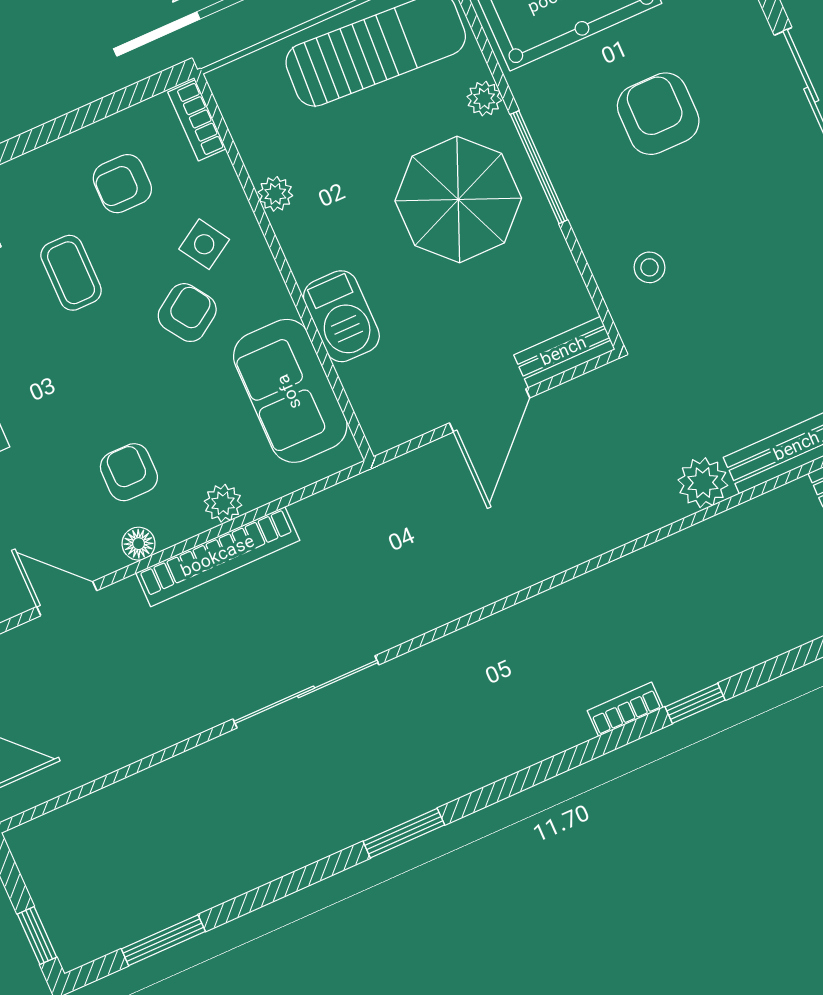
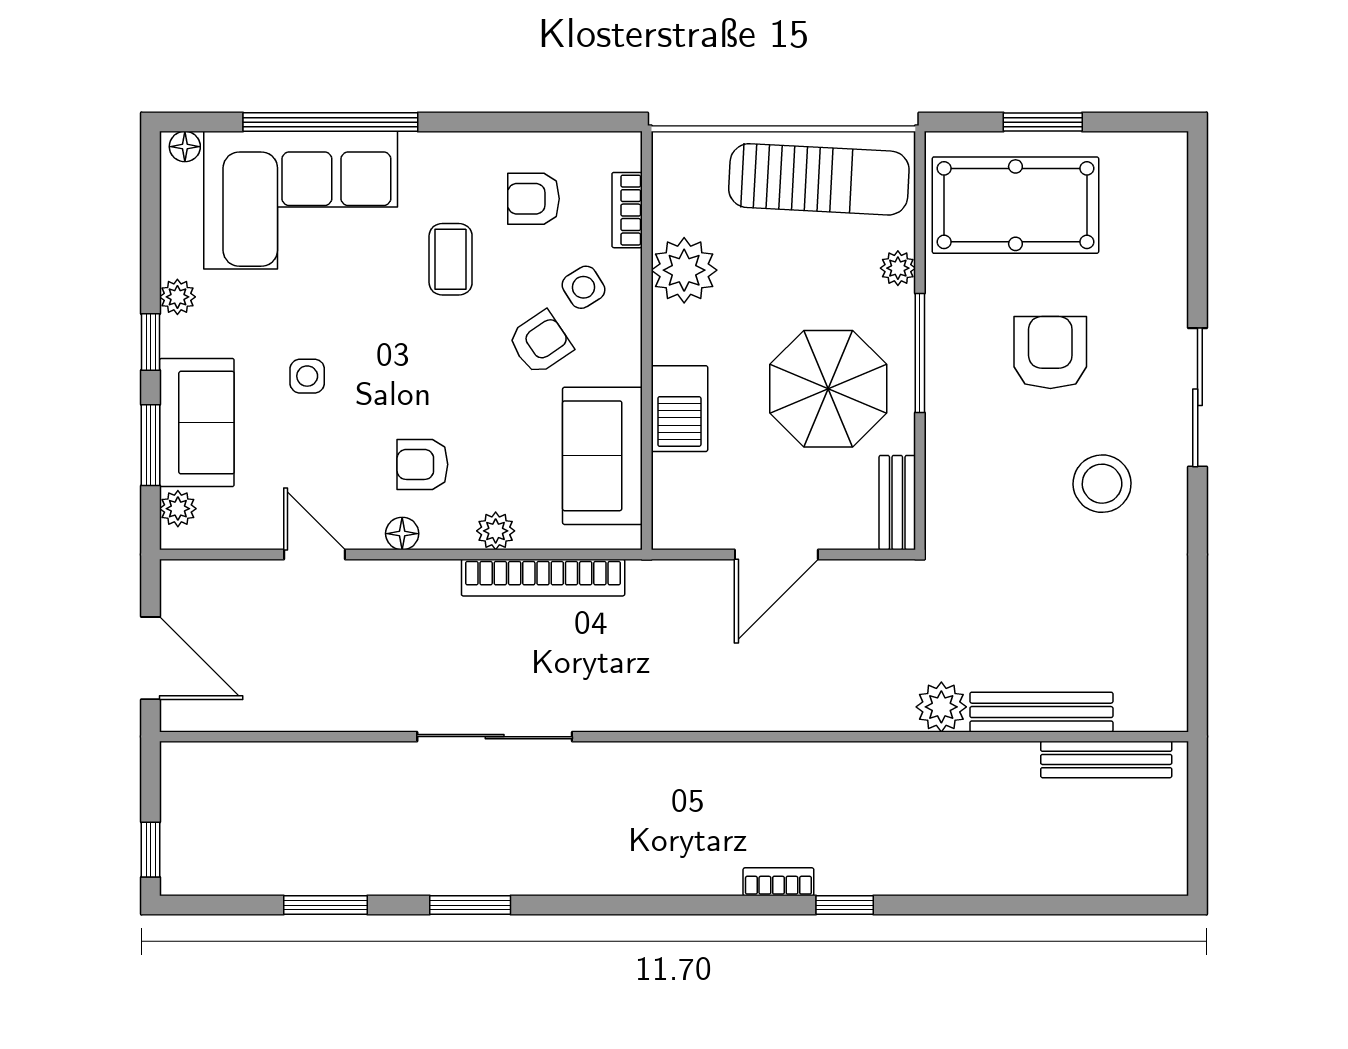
bookcase: (197, 120) -> (627, 210), moved
plant: (275, 194) -> (684, 270), width x1.88, depth x1.88
parasol: (458, 200) -> (828, 389), moved
stool: (650, 267) -> (1102, 484), moved, width x1.89, depth x1.89
bench: (564, 352) -> (897, 503), moved, turned 90
armchair: (129, 472) -> (422, 464), turned -90
bookcase: (218, 557) -> (543, 578), moved
window: (404, 833) -> (470, 905), moved
window: (163, 940) -> (326, 905), moved

